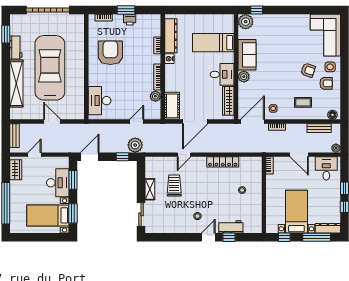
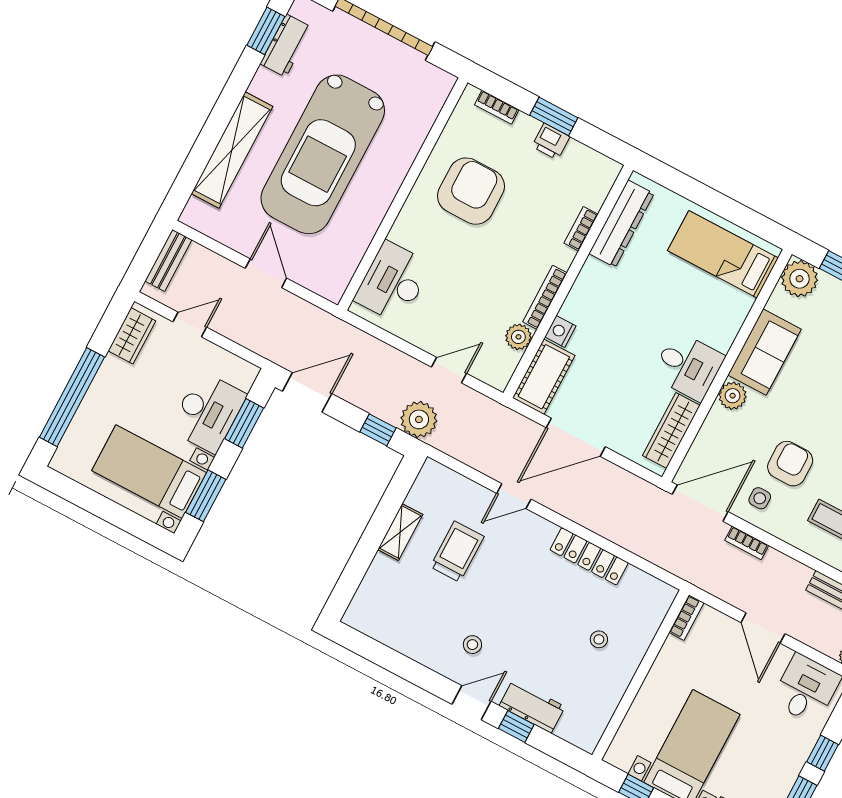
bed: (213, 43) -> (723, 254), moved
workbench: (16, 48) -> (286, 46), moved
nightstand: (169, 59) -> (560, 331), moved
car: (50, 68) -> (323, 154), turned 180
armchair: (278, 90) -> (790, 464), added
sliding door: (141, 214) -> (352, 576), removed

